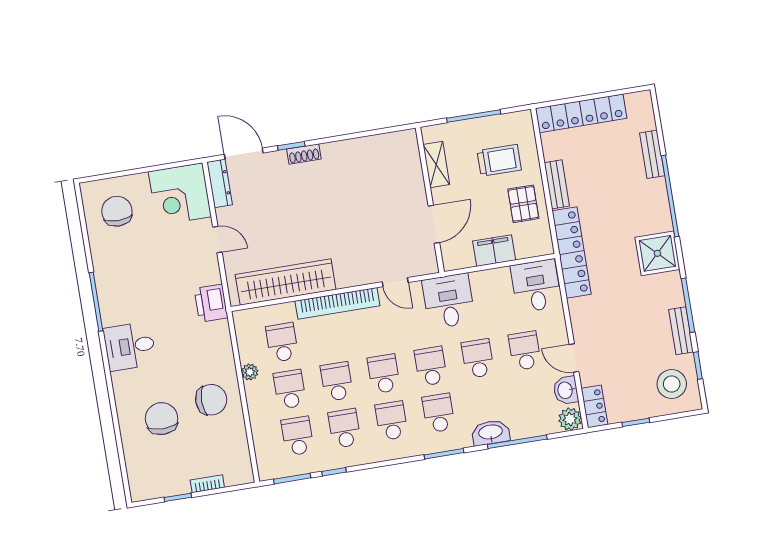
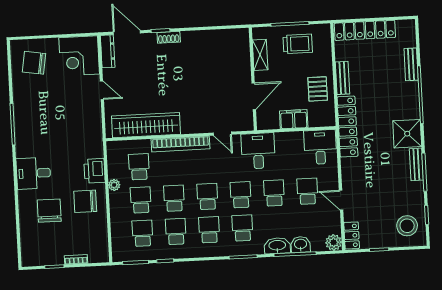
trolley: (499, 160) -> (298, 44), moved
chair: (117, 211) -> (34, 63), turned -81
printer: (211, 303) -> (94, 171), moved
bench: (681, 331) -> (416, 164), moved
desk: (130, 346) -> (33, 173), moved
washbasin: (566, 390) -> (301, 244), moved, turned 90
chair: (211, 400) -> (85, 201), turned 180

